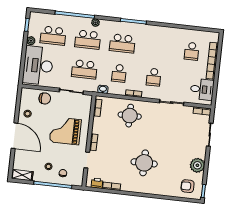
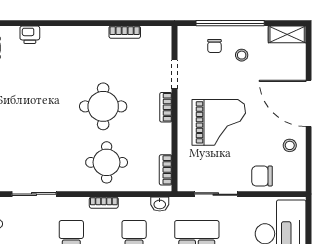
round table: (144, 163) -> (103, 106), moved
printer: (97, 183) -> (30, 35), moved

